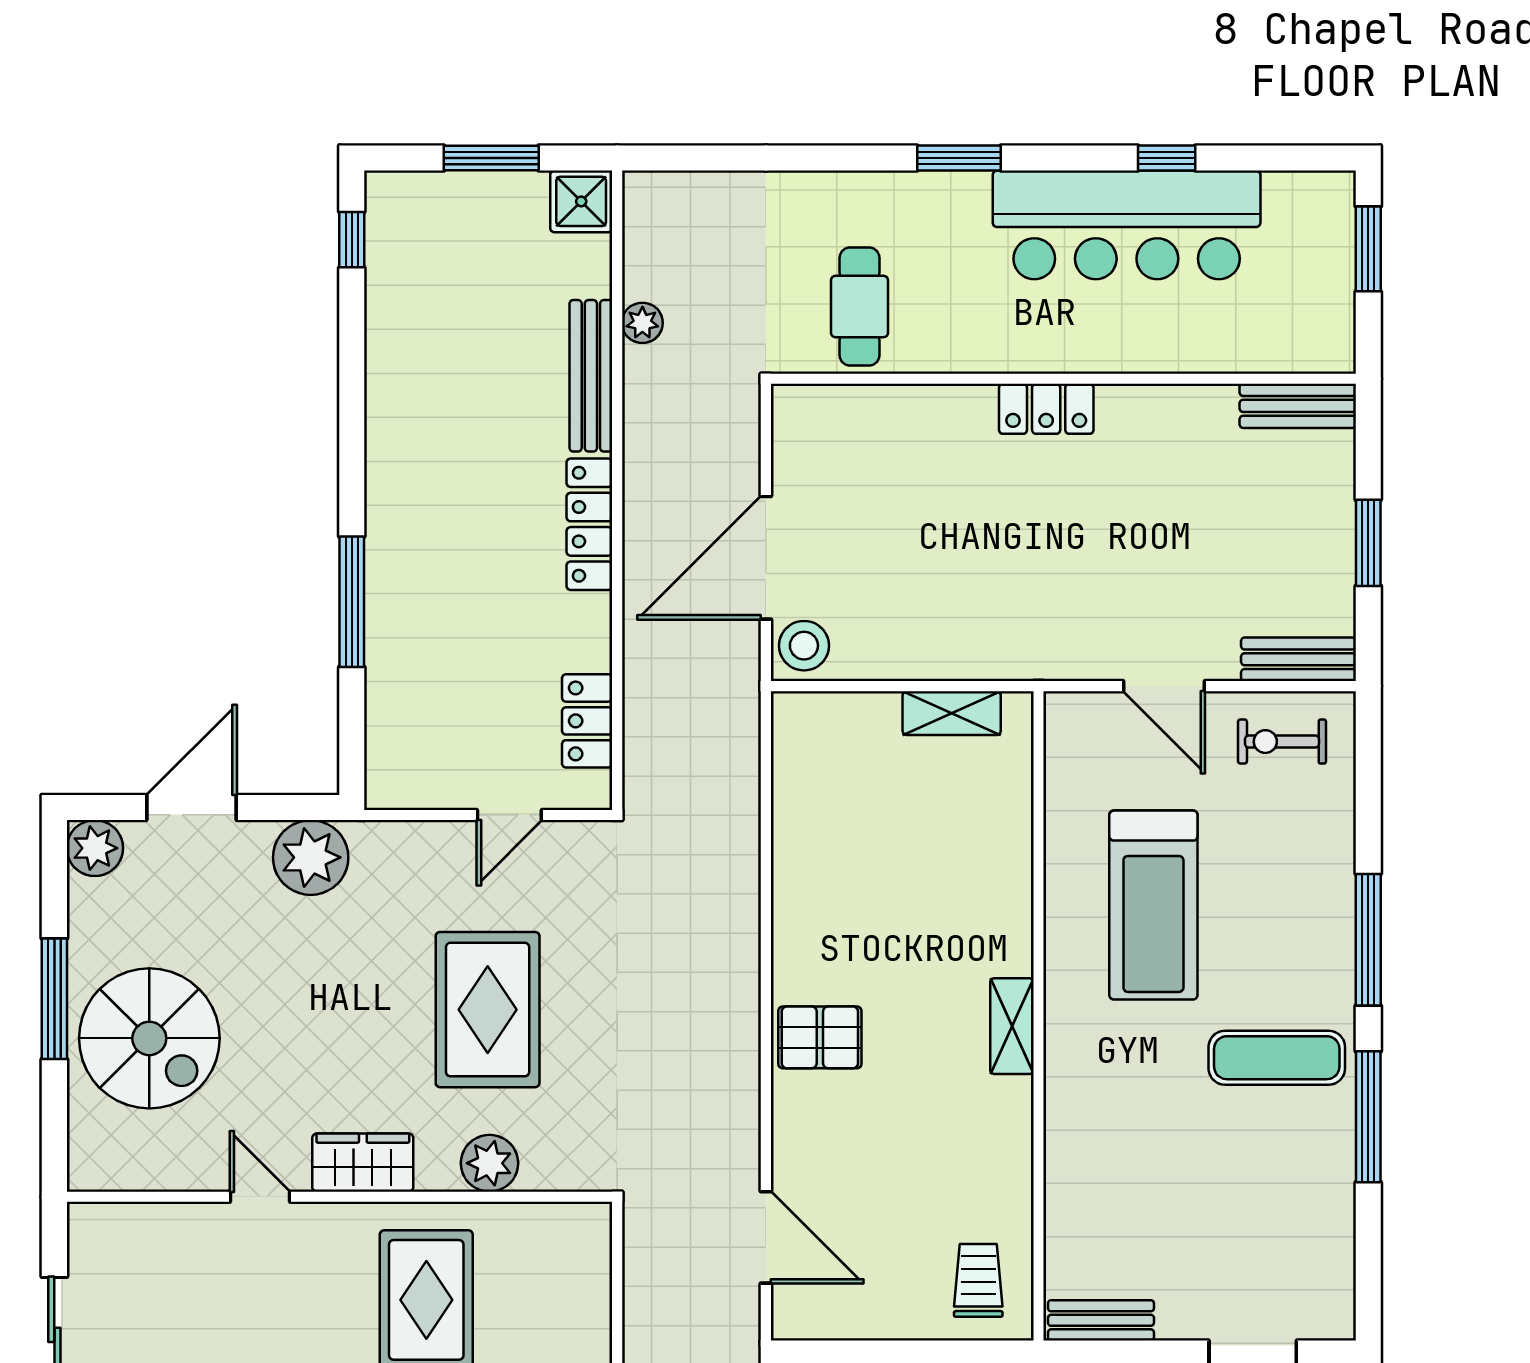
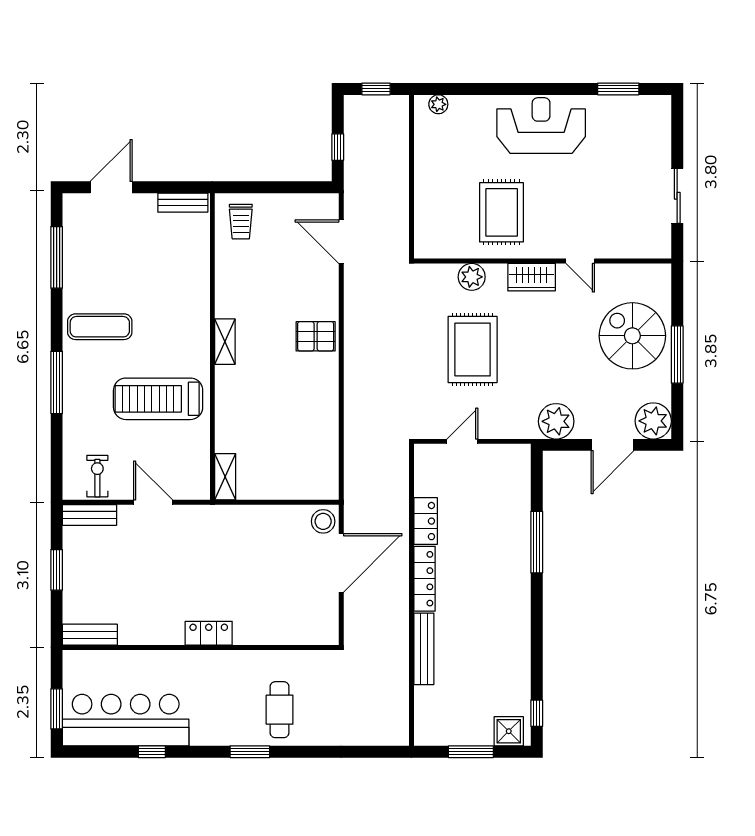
shower: (581, 201) -> (509, 731), moved
bar counter: (1127, 225) -> (126, 720), moved
cafe table: (860, 307) -> (280, 710), moved
plant: (642, 323) -> (399, 674), removed
shelving: (952, 713) -> (225, 477), moved, turned 90
locker: (587, 721) -> (426, 521), moved
exercise bike: (1282, 742) -> (97, 476), turned -90
plant: (95, 848) -> (653, 421), width x1.36, depth x1.36
treadmill: (1153, 905) -> (158, 399), turned -90
window: (1368, 1117) -> (57, 257), moved

